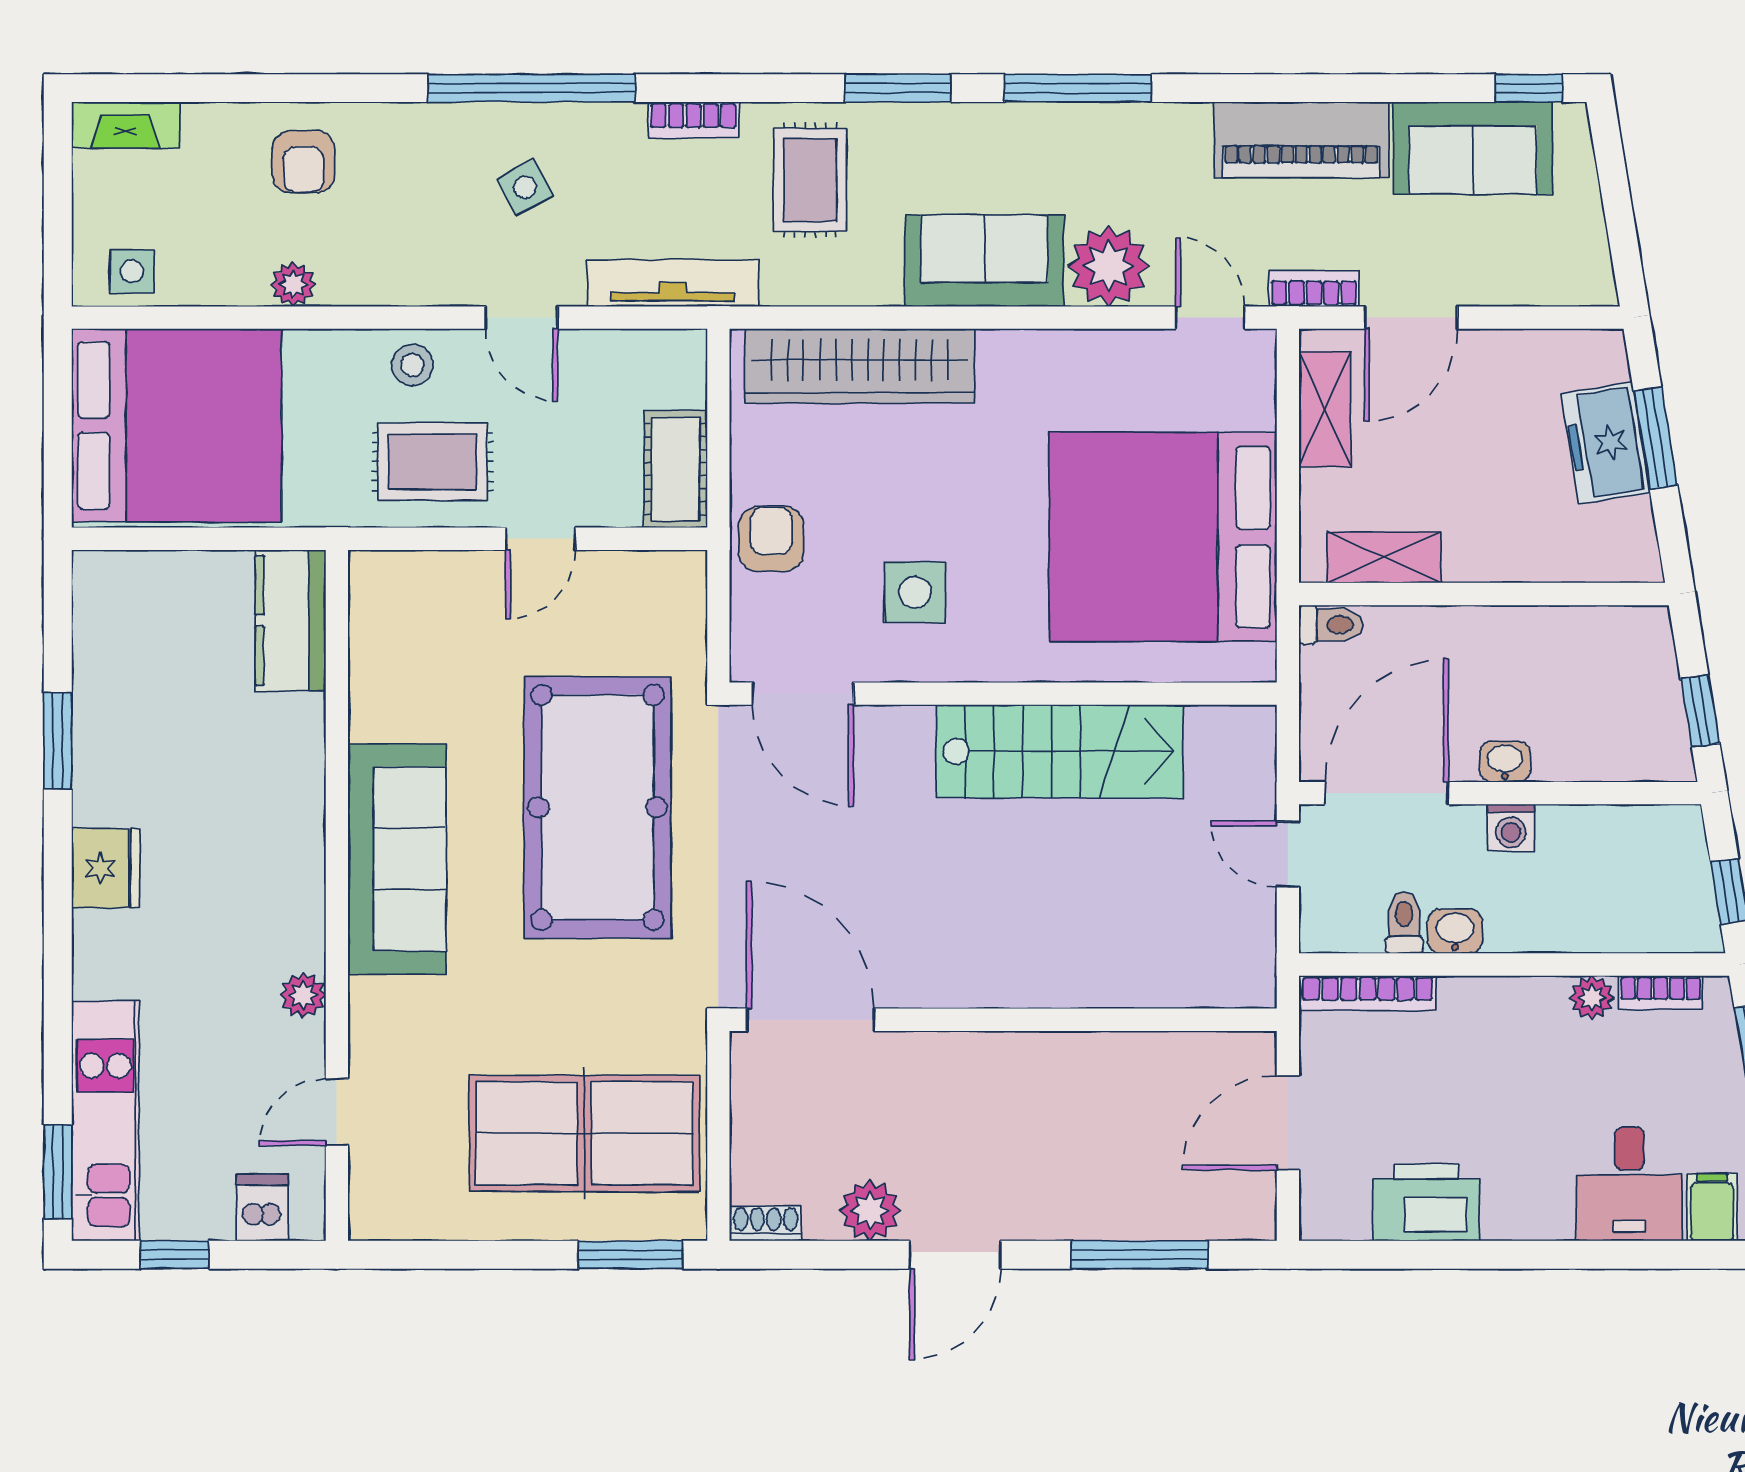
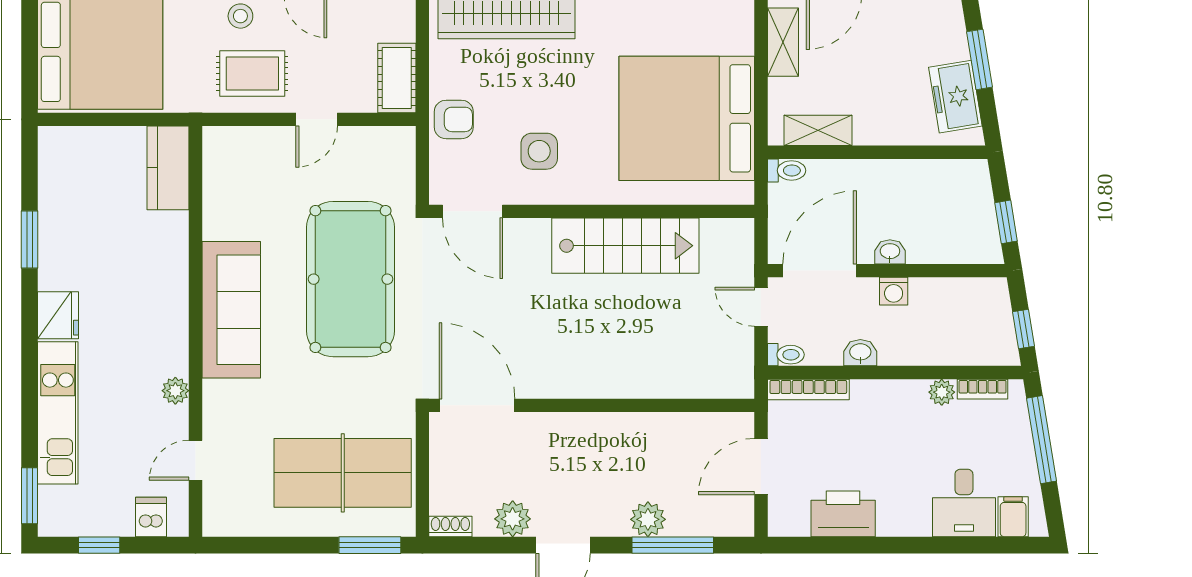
freezer: (1605, 443) -> (955, 97), moved
armchair: (771, 539) -> (454, 119), turned 90
toilet: (1404, 923) -> (786, 355), moved, turned 90
kitchen unit: (105, 1121) -> (58, 413), moved
plant: (1098, 1211) -> (648, 519), added

